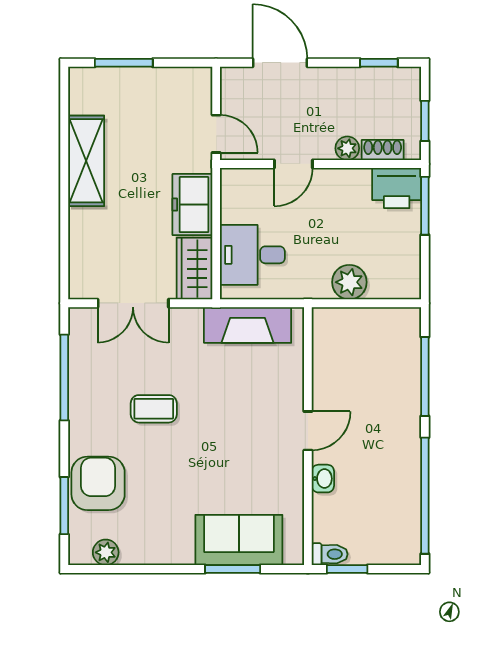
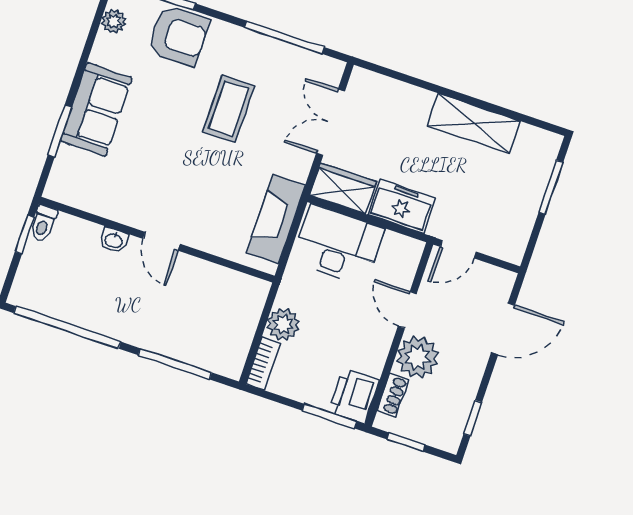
plant: (347, 148) -> (418, 357), width x1.88, depth x1.88
desk: (252, 255) -> (338, 245), width x1.37
bookcase: (395, 289) -> (263, 364), added
coffee table: (154, 409) -> (229, 109), width x1.36, depth x1.30
sofa: (239, 540) -> (96, 109), moved

